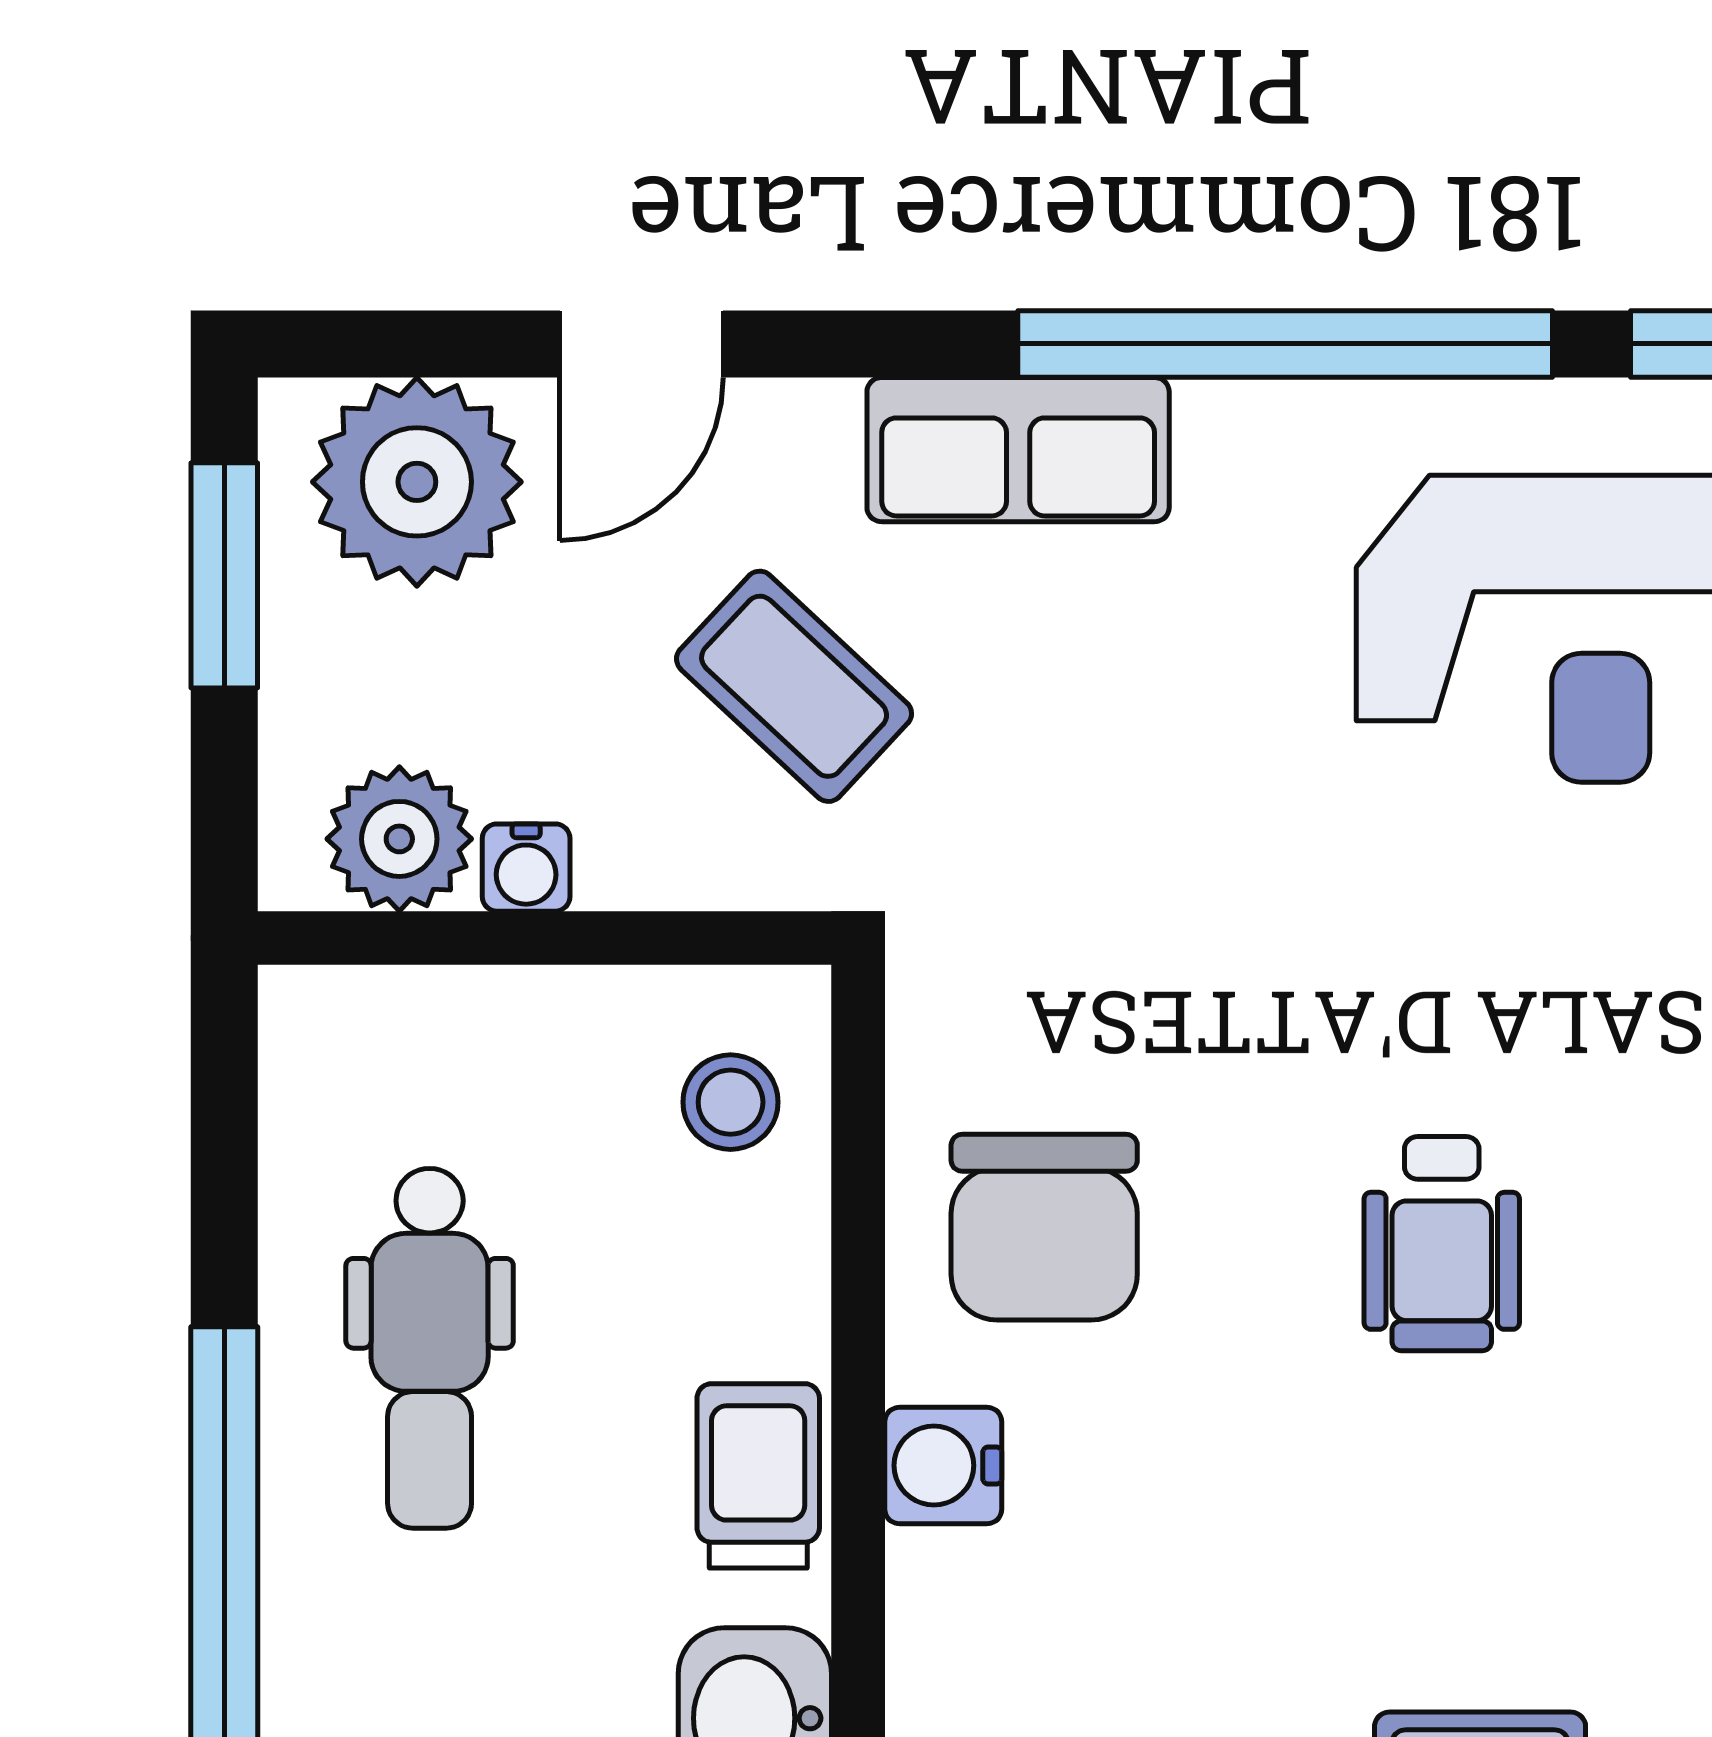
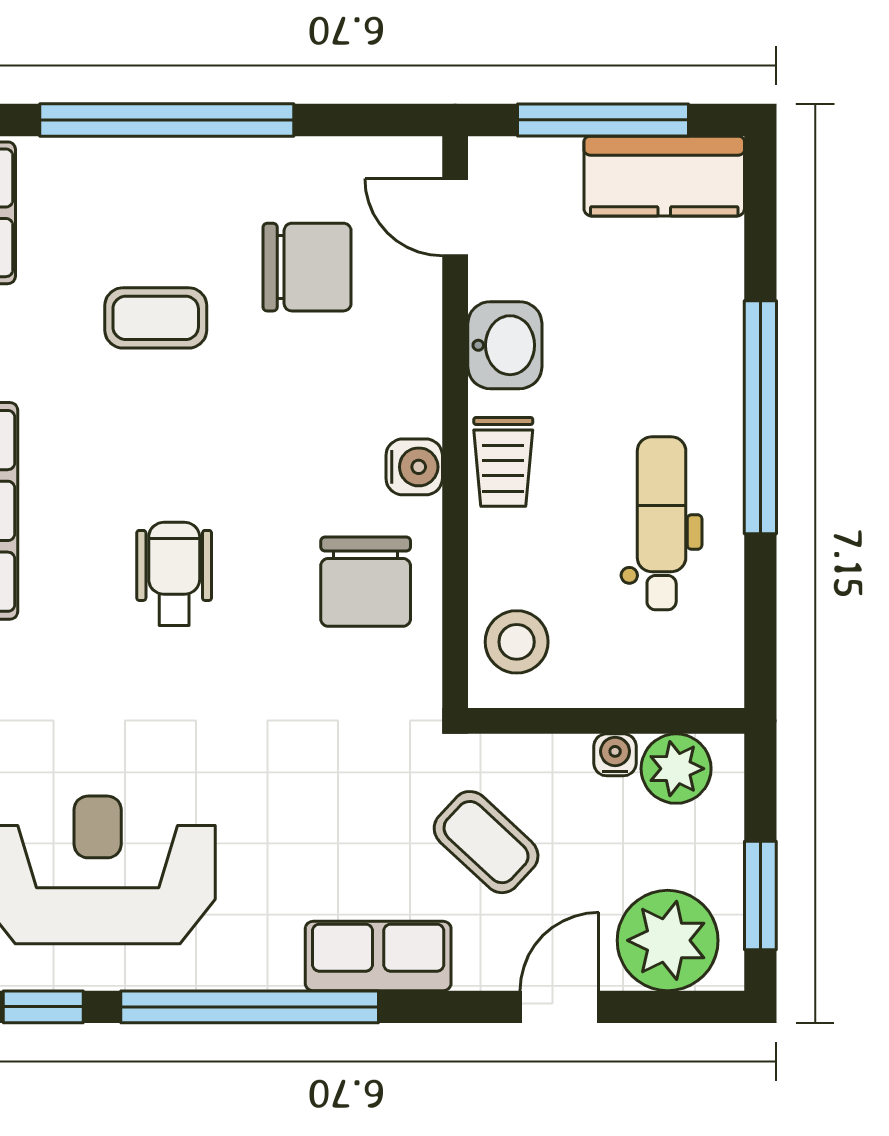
stool: (731, 1102) -> (517, 642), width x1.37, depth x1.37
chair: (1044, 1227) -> (366, 582), turned 180

